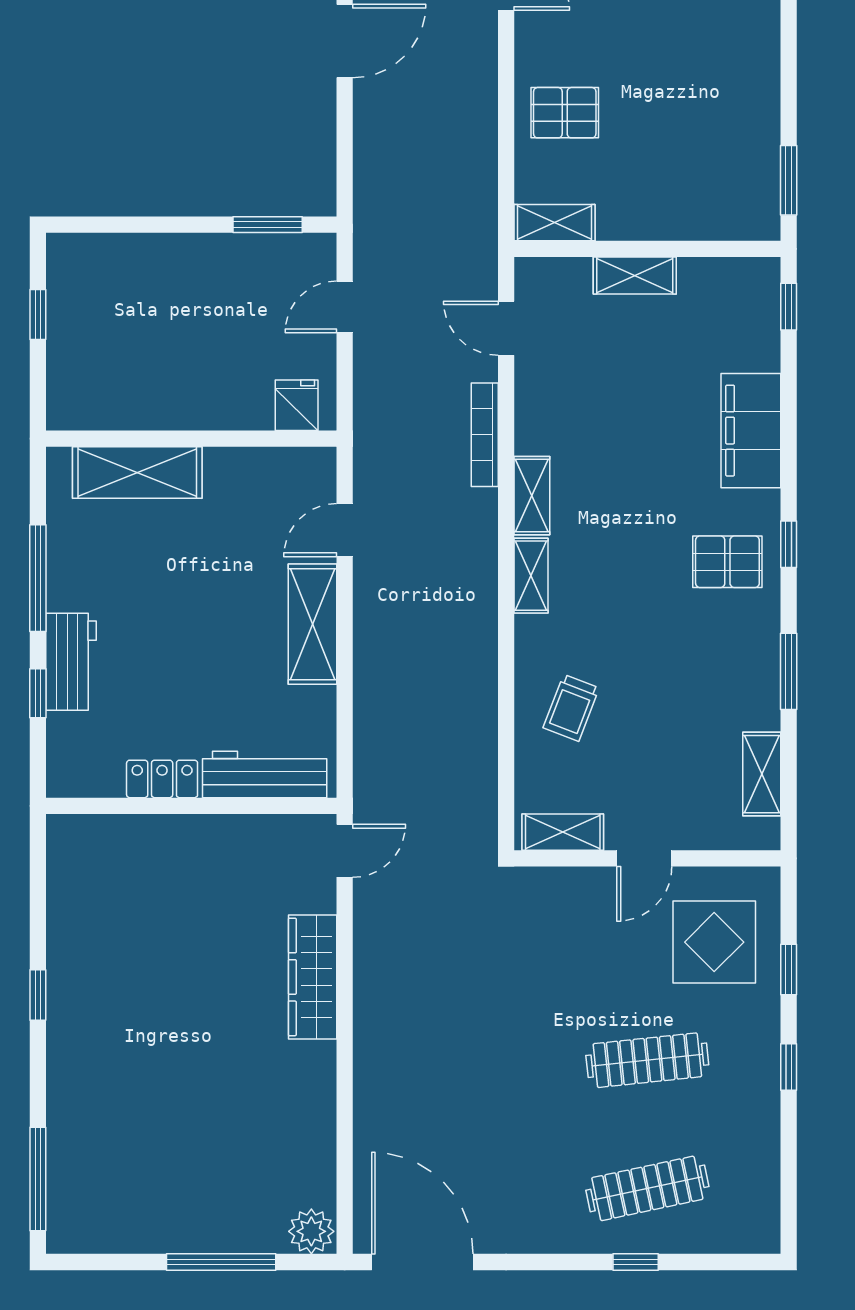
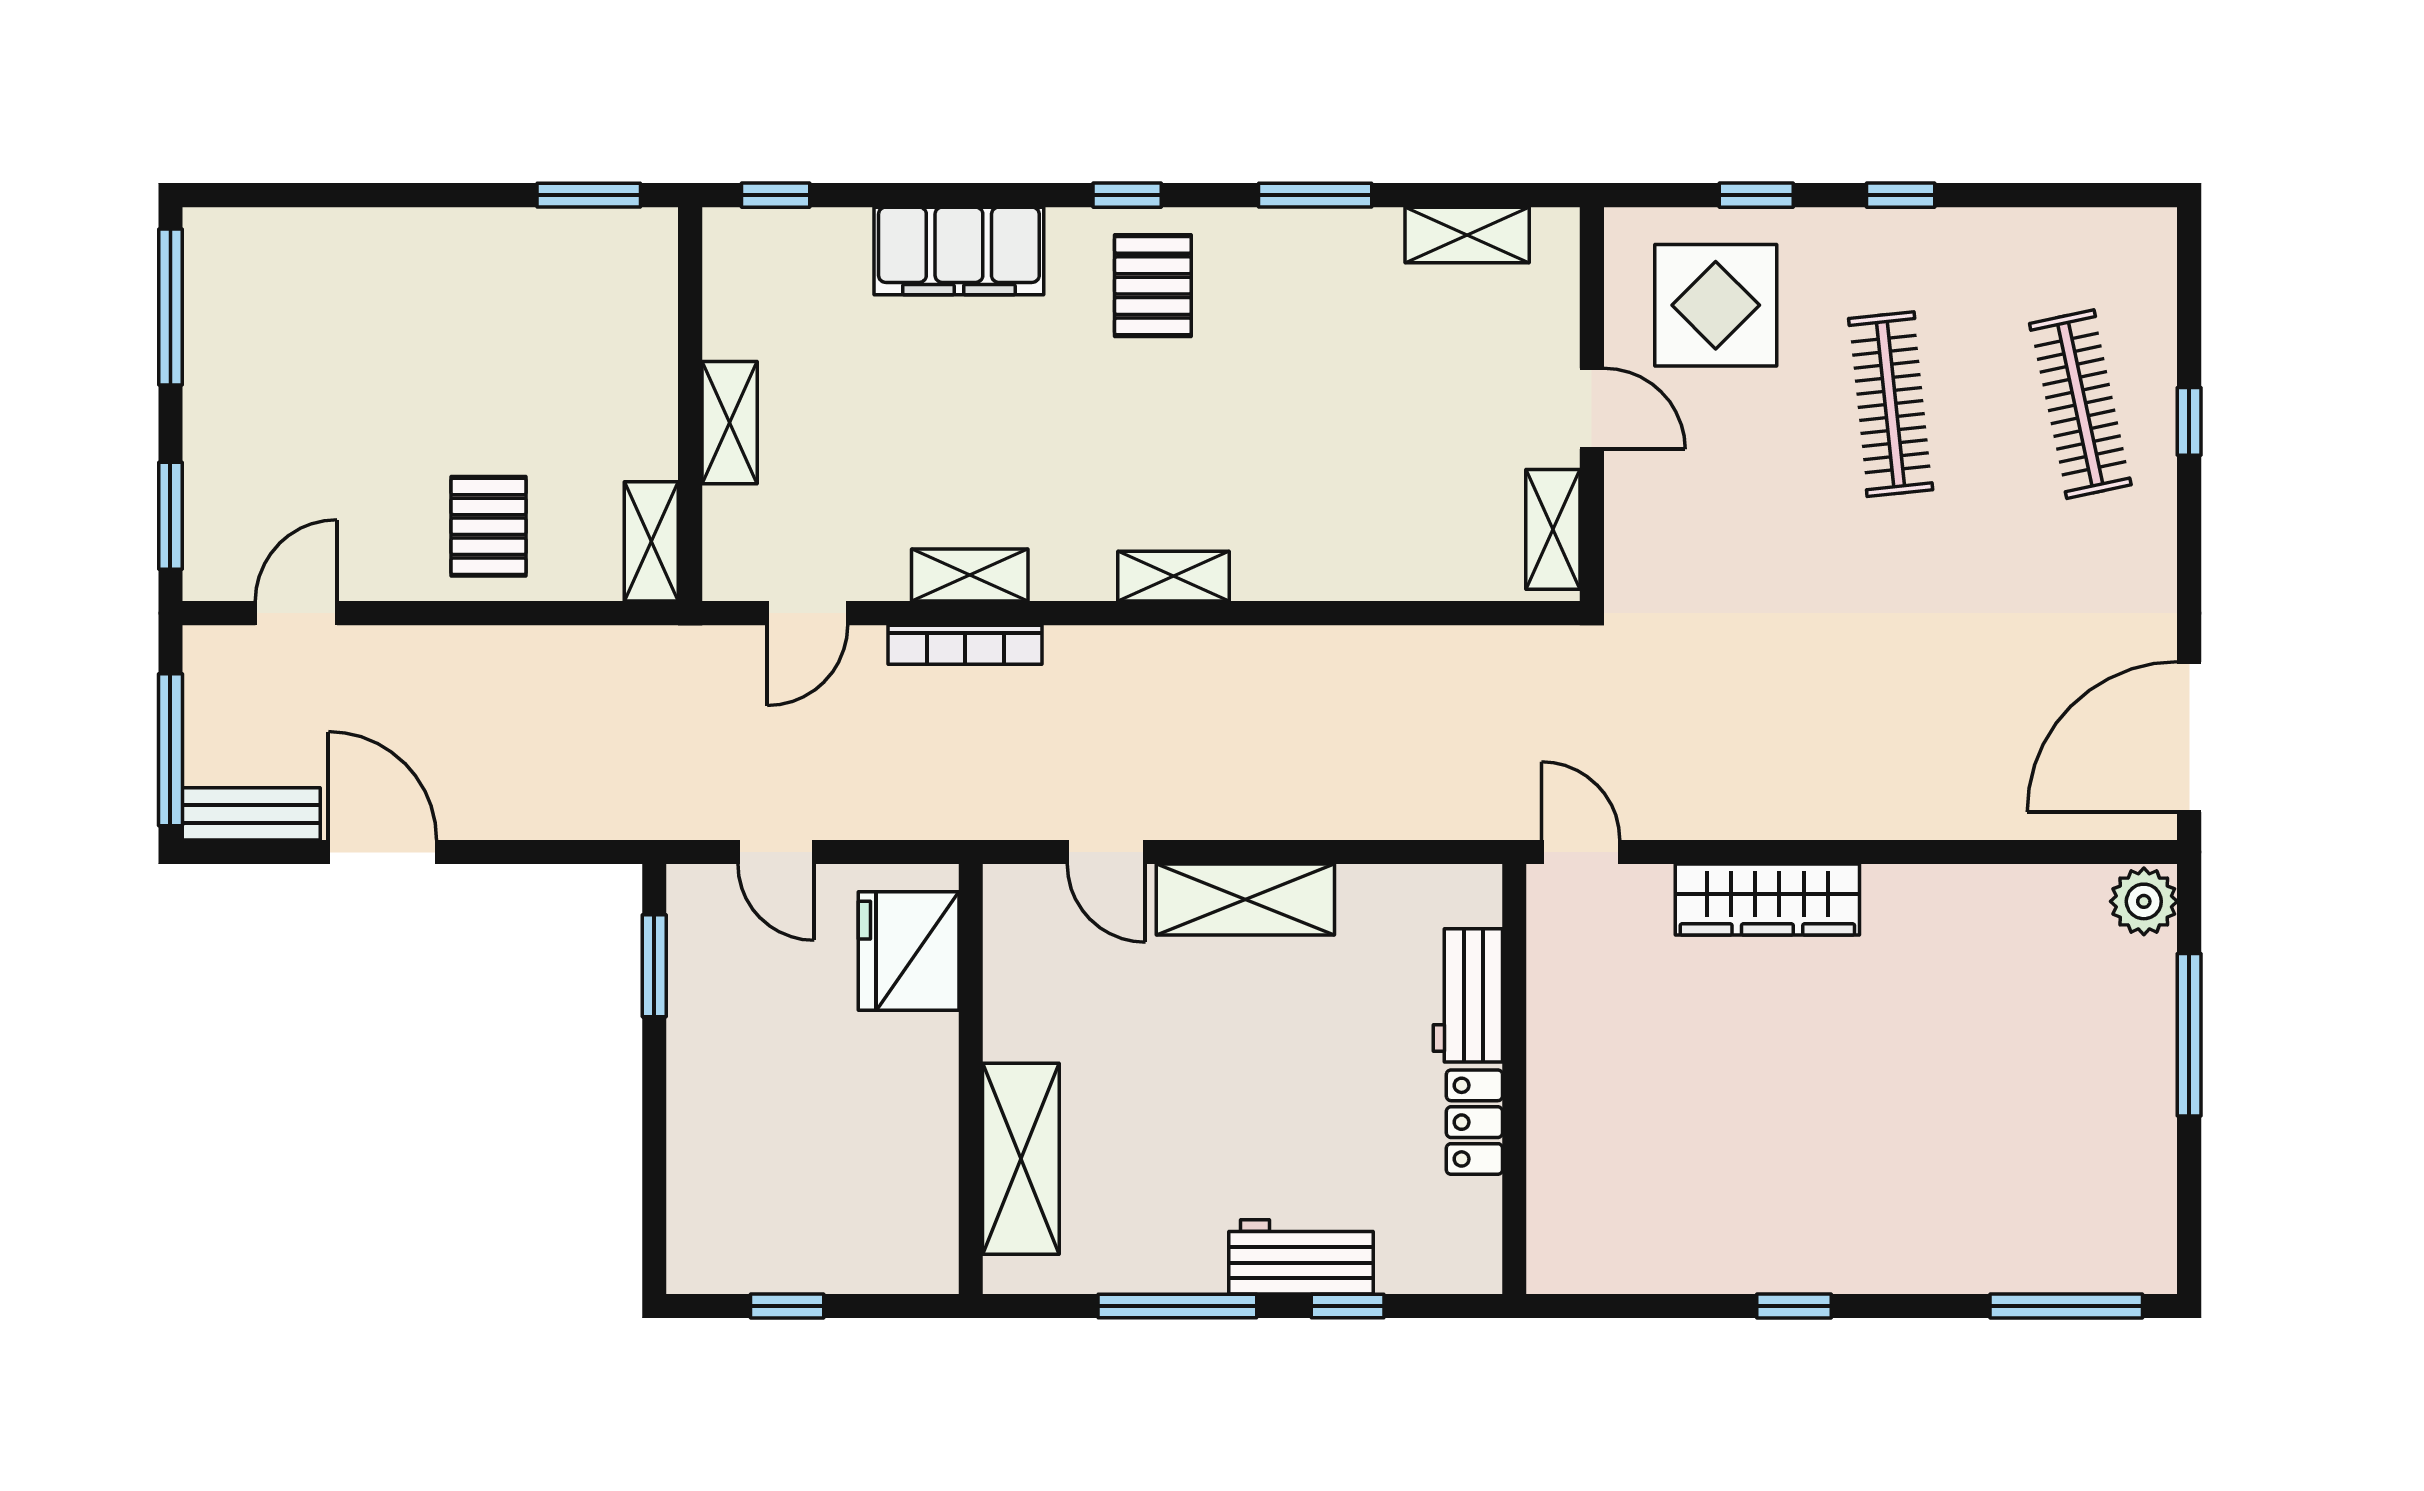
fridge: (297, 405) -> (909, 951), width x1.88, depth x1.34
shelving: (532, 496) -> (970, 575), moved
trolley: (571, 708) -> (1369, 517), removed
workbench: (265, 775) -> (1468, 995), width x0.73

